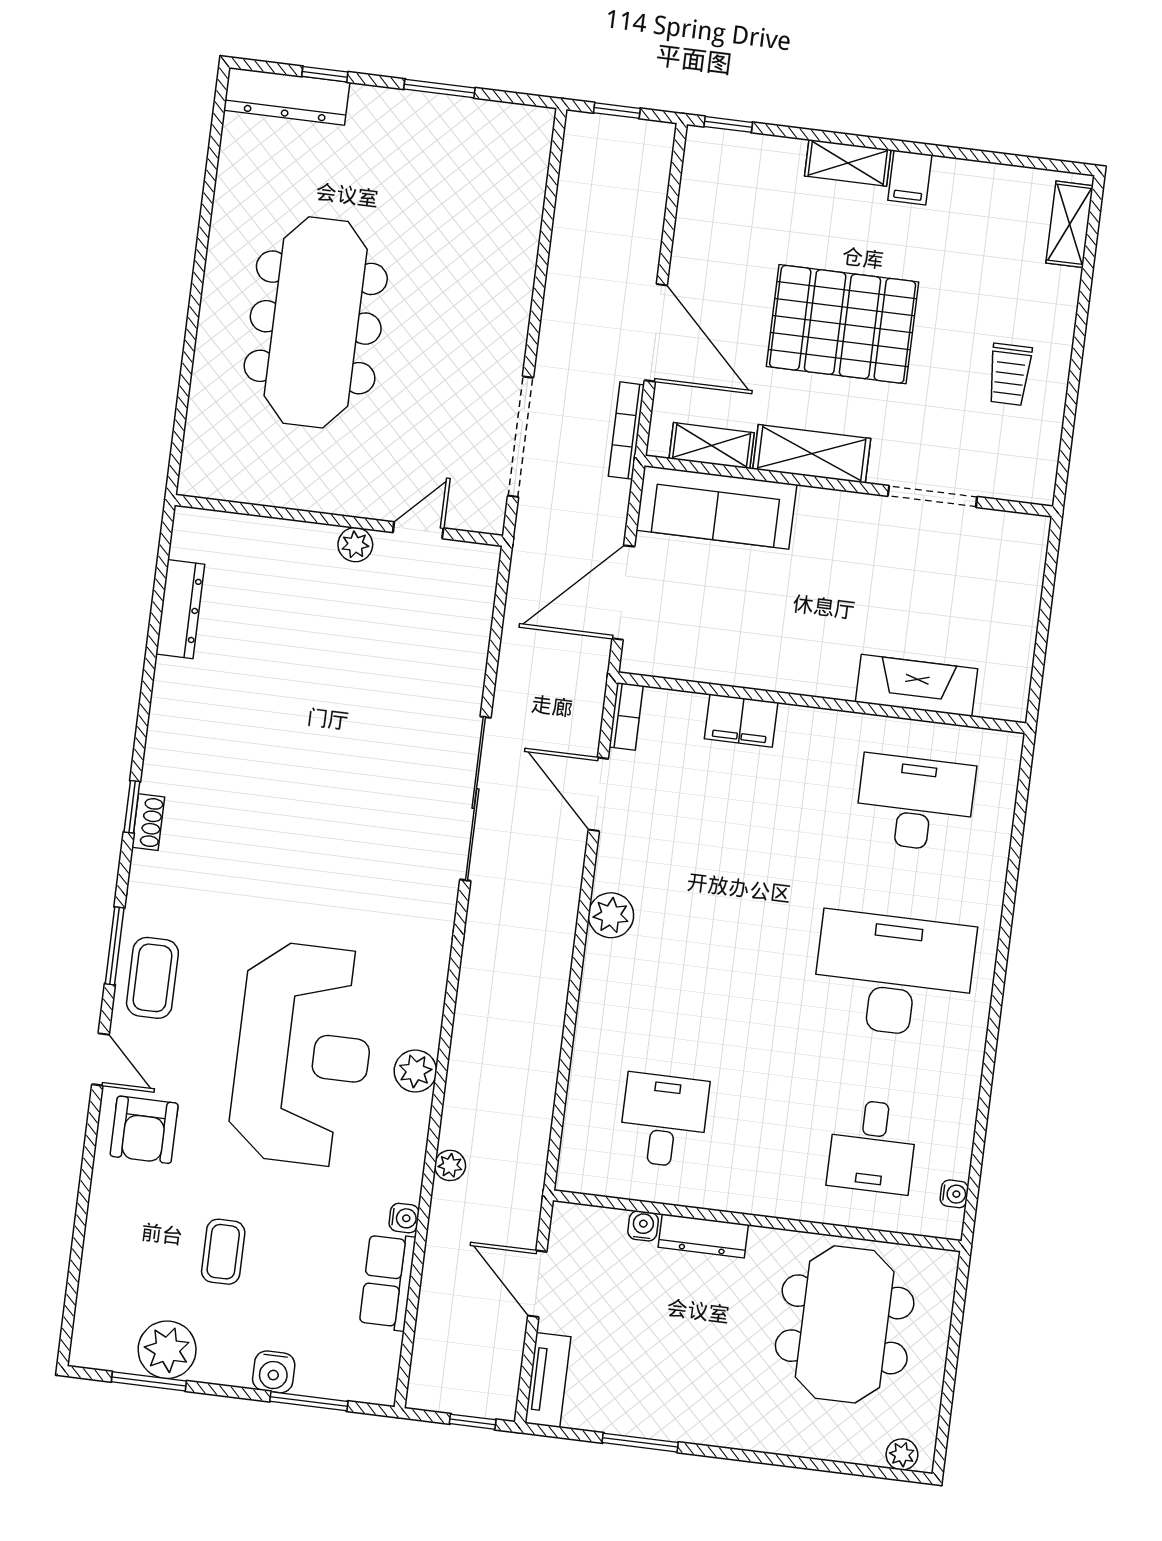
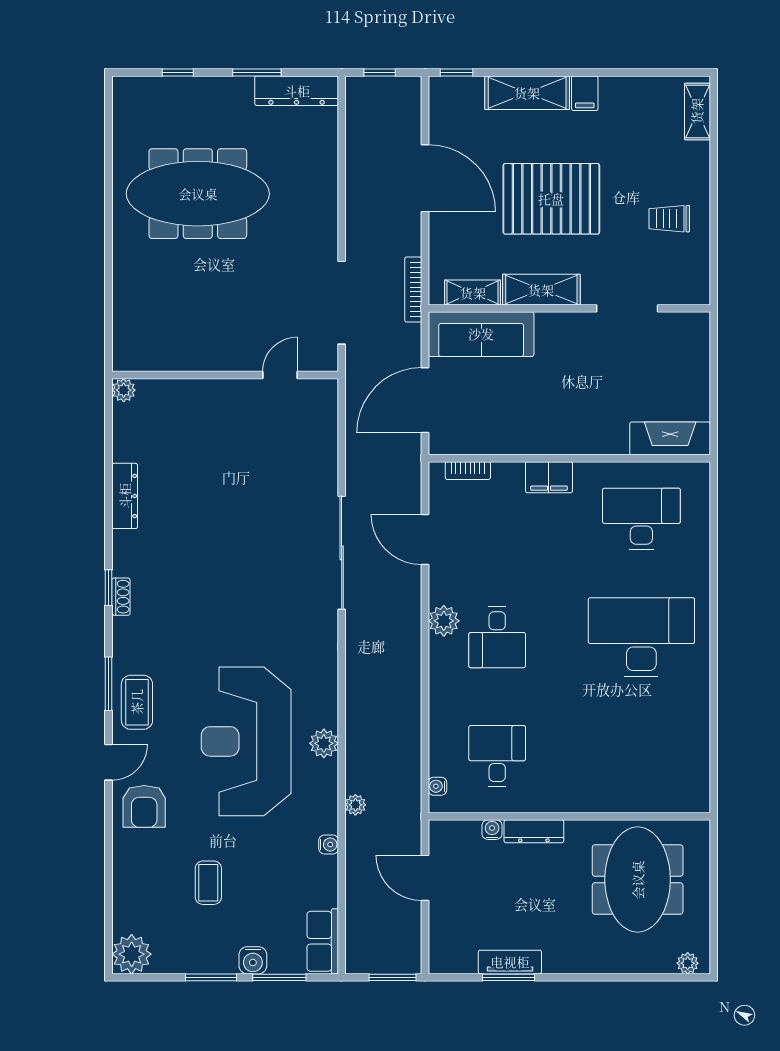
dresser: (287, 96) -> (297, 91), moved
shelving: (848, 163) -> (527, 93), width x1.50, depth x1.33
meeting table: (316, 322) -> (198, 194), moved, turned 90
door: (656, 333) -> (425, 178), moved
trolley: (1010, 374) -> (669, 219), turned 90
plant: (355, 545) -> (124, 390), moved
dresser: (180, 609) -> (125, 496), moved
fireplace: (916, 685) -> (670, 438), moved
bookcase: (626, 716) -> (468, 471), moved, turned 90
filing cabinet: (741, 721) -> (549, 477), moved
reception desk: (303, 1054) -> (246, 741), turned 180
door: (100, 1059) -> (108, 762), hinge flipped
desk: (872, 1146) -> (497, 637), moved
water cooler: (954, 1194) -> (437, 786), moved, turned 180
row of seats: (387, 1282) -> (323, 941), moved
plant: (167, 1350) -> (132, 954), moved
tv unit: (548, 1380) -> (510, 962), moved, turned -90
window: (149, 1381) -> (211, 977), moved
window: (473, 1422) -> (393, 977), width x1.50

